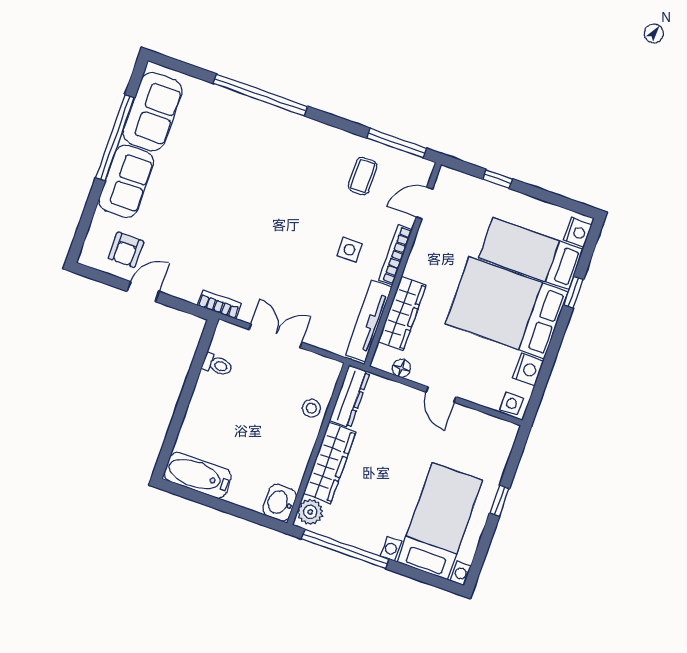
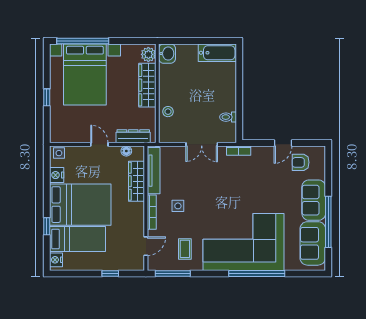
corner sofa: (264, 154) -> (243, 242), added
armchair: (126, 250) -> (301, 162), turned -90
dresser: (350, 397) -> (133, 136), moved, turned 90
bed with nightstands: (440, 521) -> (85, 75), width x1.36
window: (345, 549) -> (83, 41), moved

